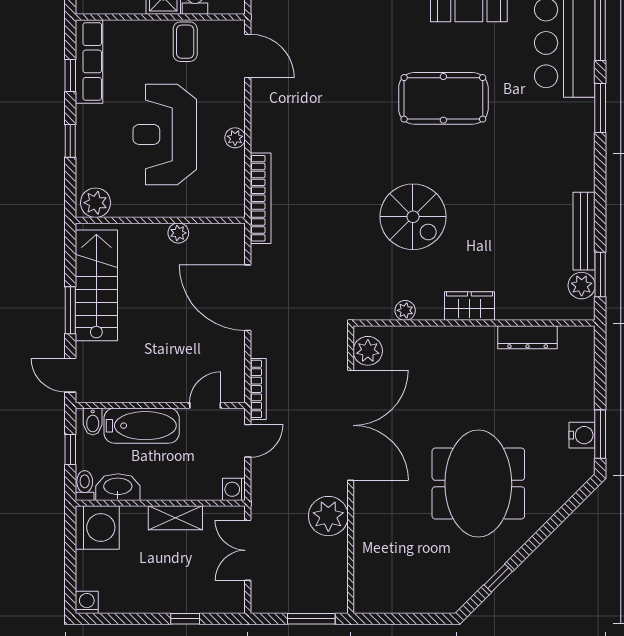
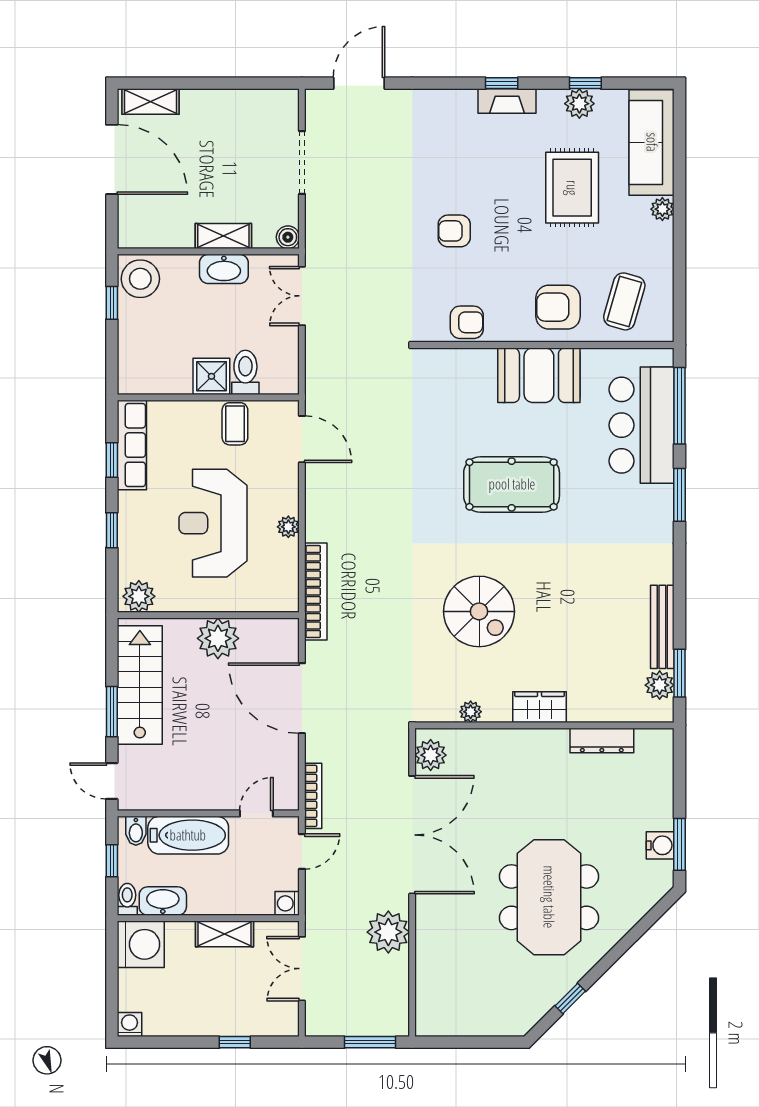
plant: (178, 233) -> (218, 638), width x1.88, depth x1.88

